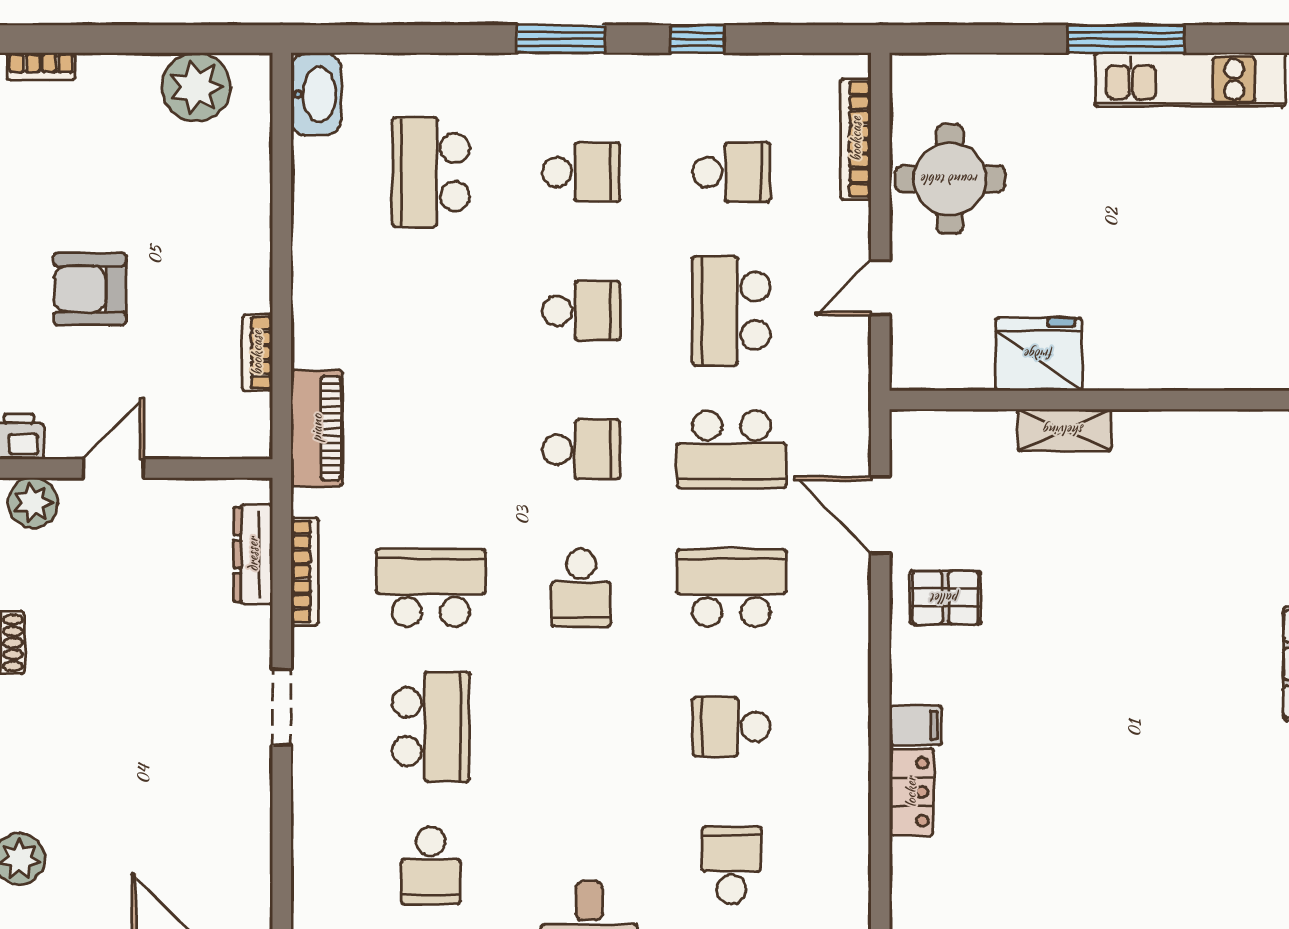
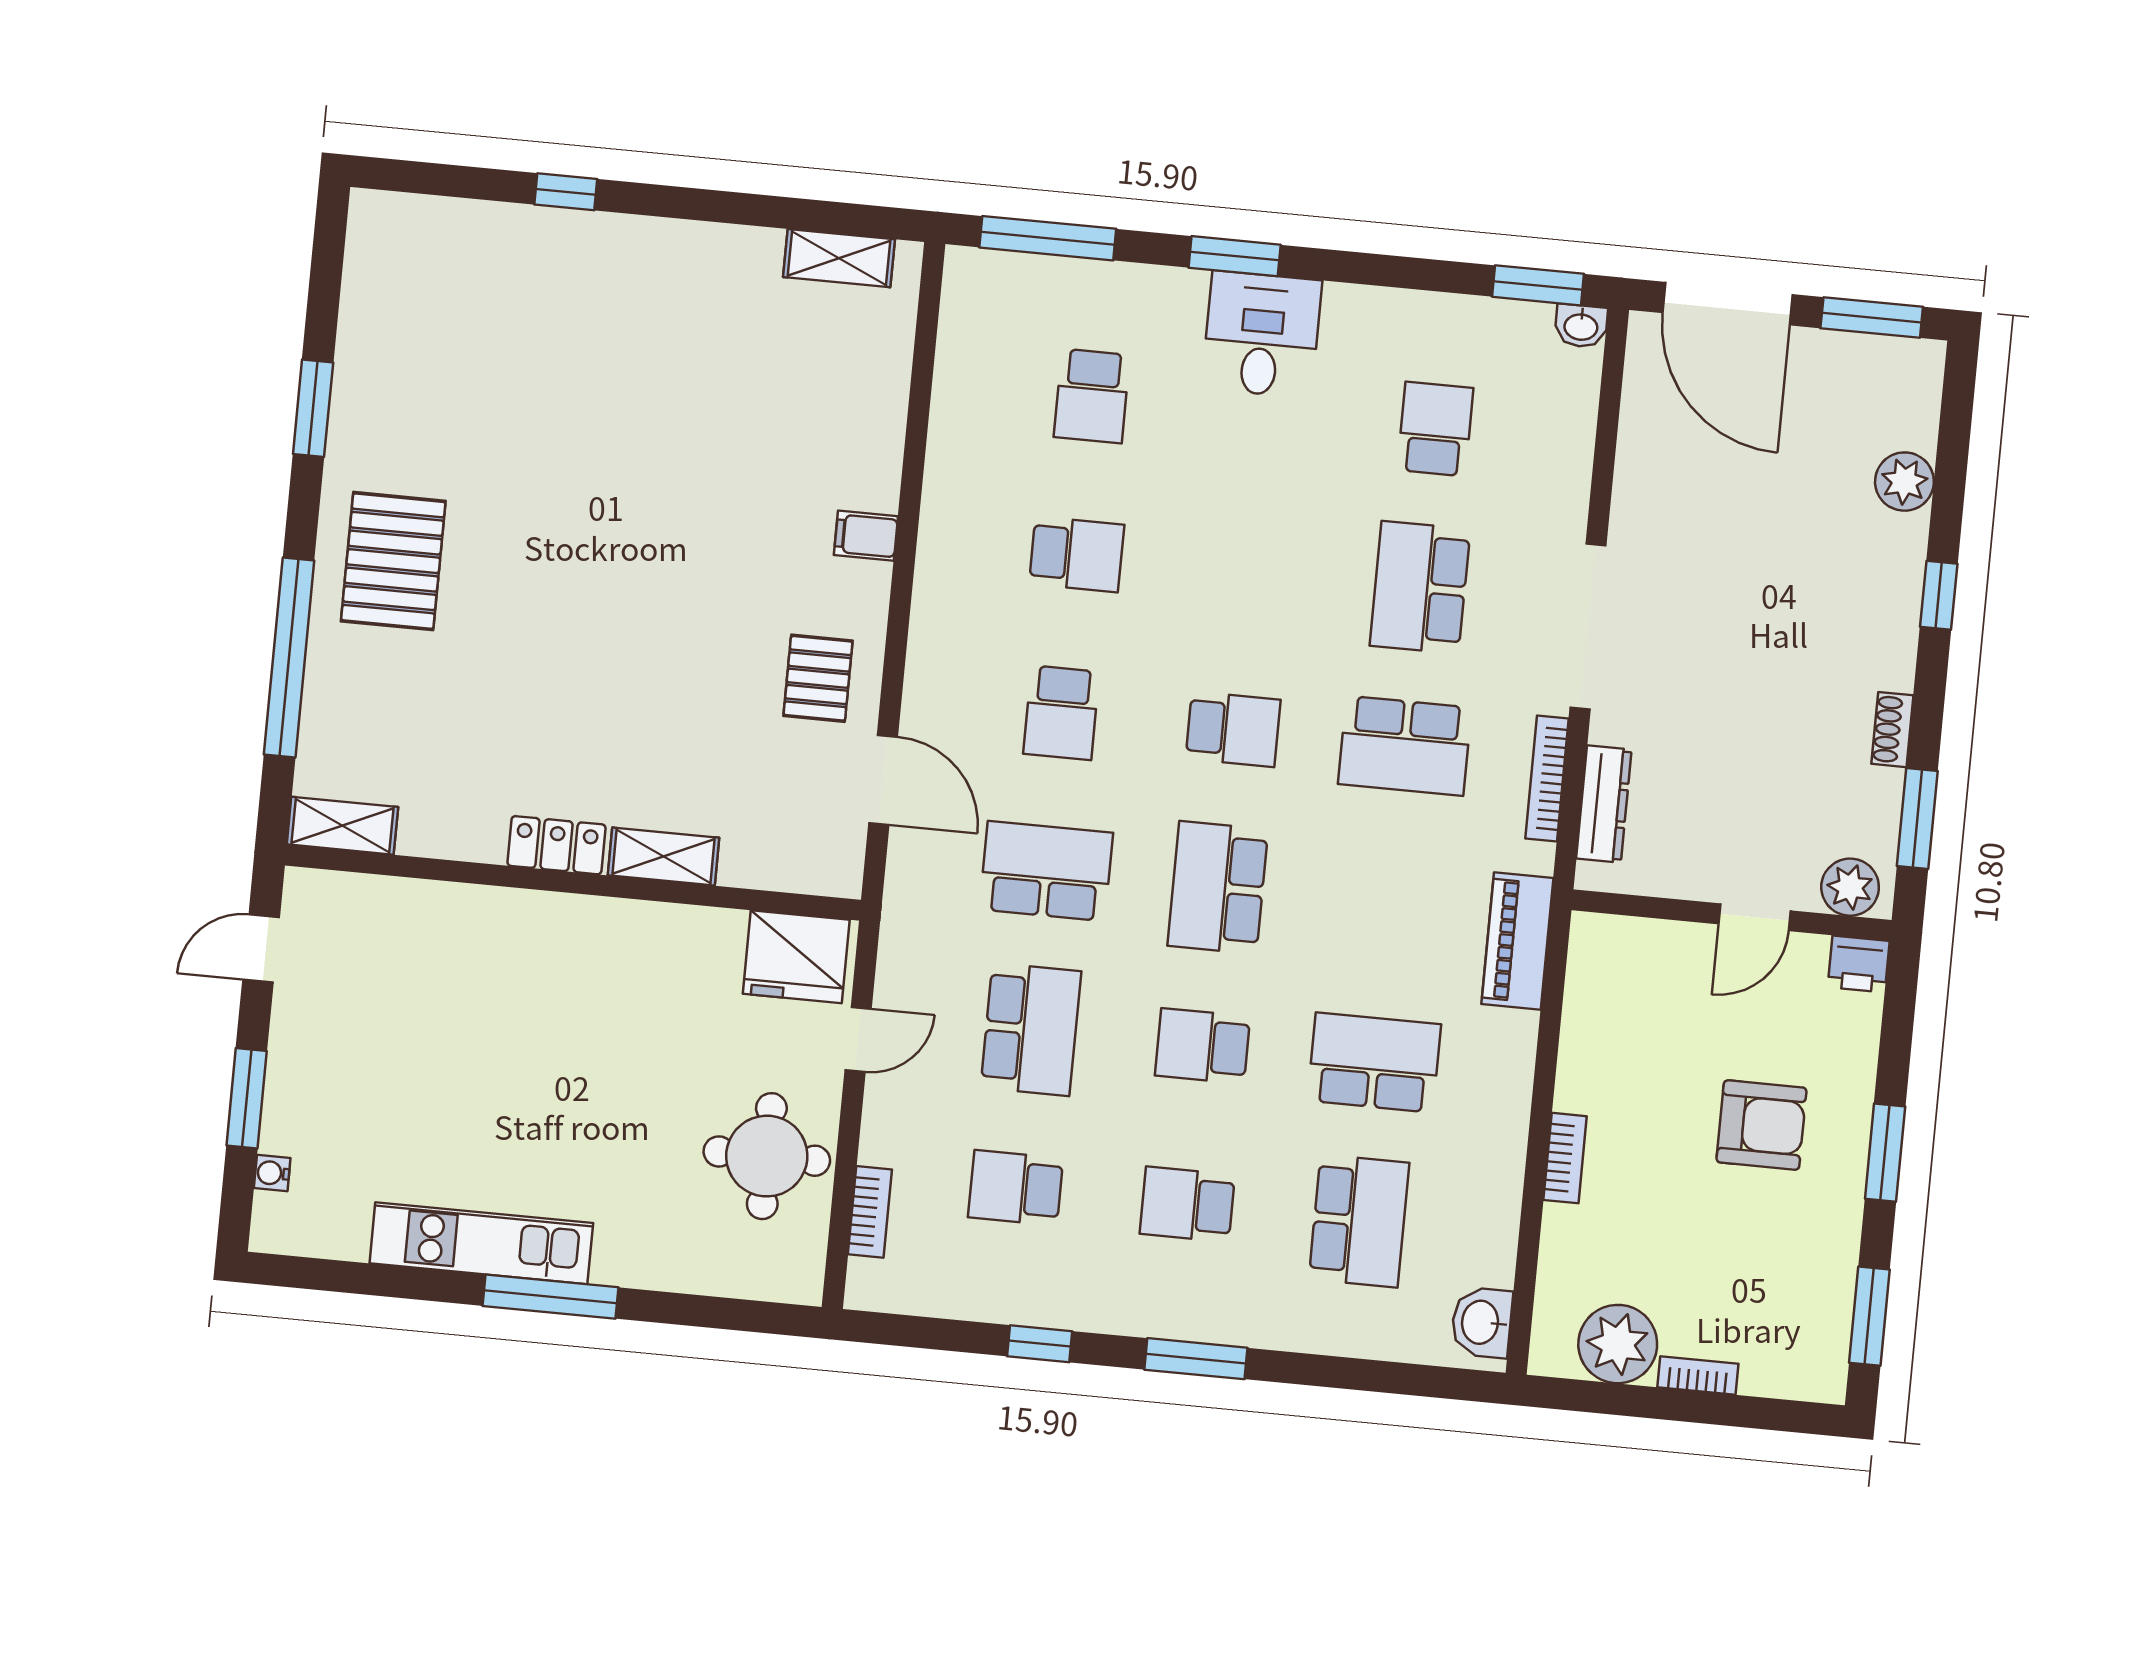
bookcase: (41, 66) -> (1698, 1375), moved
washbasin: (316, 94) -> (1482, 1322), width x0.72
bookcase: (856, 139) -> (870, 1212), width x0.64
school desk: (431, 311) -> (1374, 1063), added
bookcase: (257, 353) -> (1565, 1158), moved
fridge: (1039, 354) -> (796, 957), moved
school desk: (581, 449) -> (1218, 888), width x1.85
school desk: (581, 588) -> (1233, 729), turned 90
school desk: (731, 588) -> (1061, 713), width x0.54
pallet: (945, 598) -> (818, 678), turned 90
doorway: (282, 707) -> (1588, 626), width x1.88
locker: (911, 792) -> (557, 845), moved, turned 90

